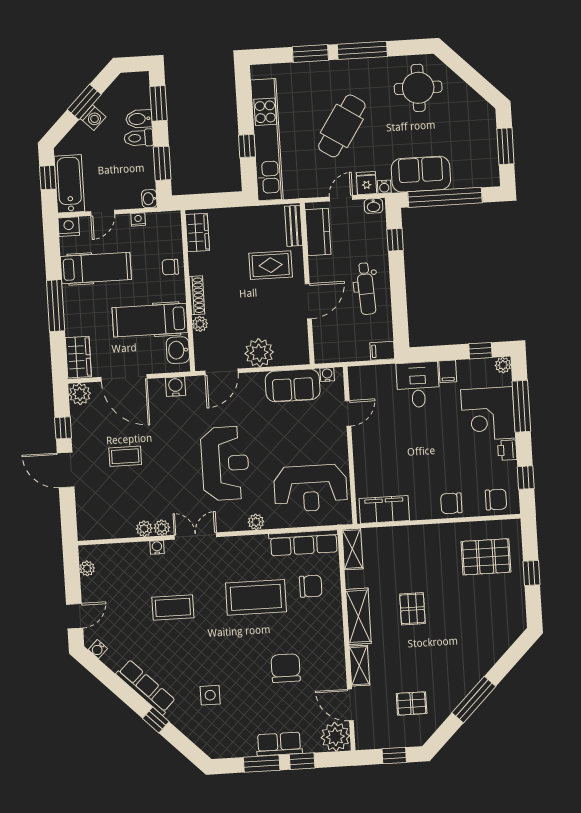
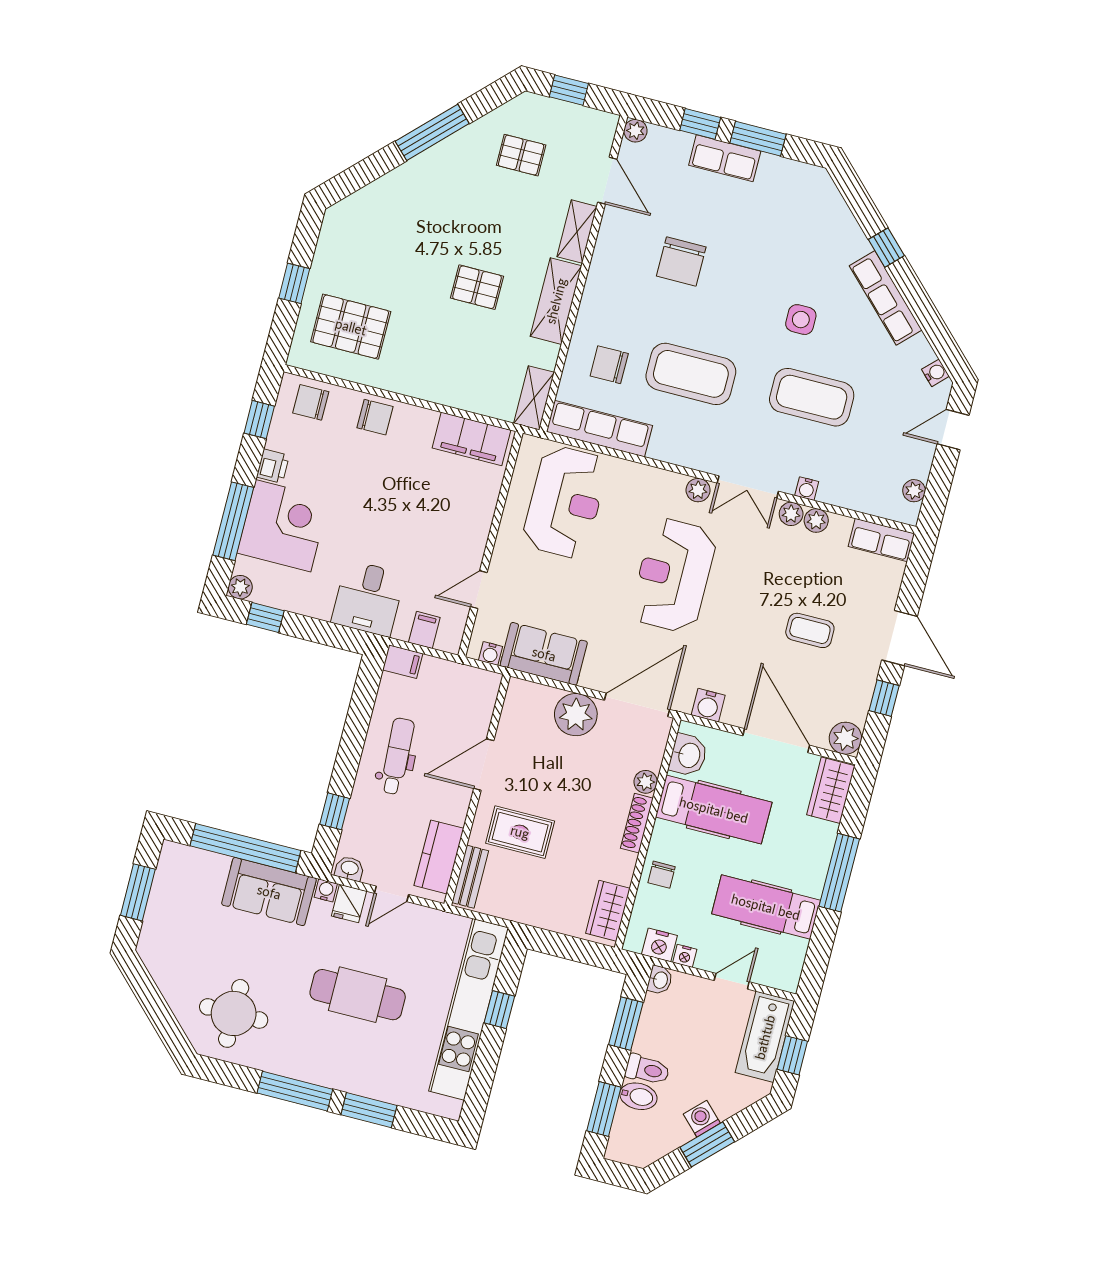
cafe table: (342, 126) -> (358, 995), turned 57
nightstand: (69, 227) -> (659, 945), moved
chair: (170, 267) -> (662, 875), turned 90
filing cabinet: (448, 371) -> (424, 630), moved
door: (222, 372) -> (637, 705), width x1.36
reception desk: (311, 488) -> (565, 502), turned 90
plant: (256, 522) -> (698, 490), moved
row of seats: (98, 530) -> (881, 540), added
coffee table: (173, 608) -> (812, 397), width x1.36, depth x1.32
pallet: (412, 609) -> (477, 287), turned 90
side table: (210, 695) -> (801, 320), moved
plant: (335, 737) -> (635, 131), width x0.53, depth x0.53

